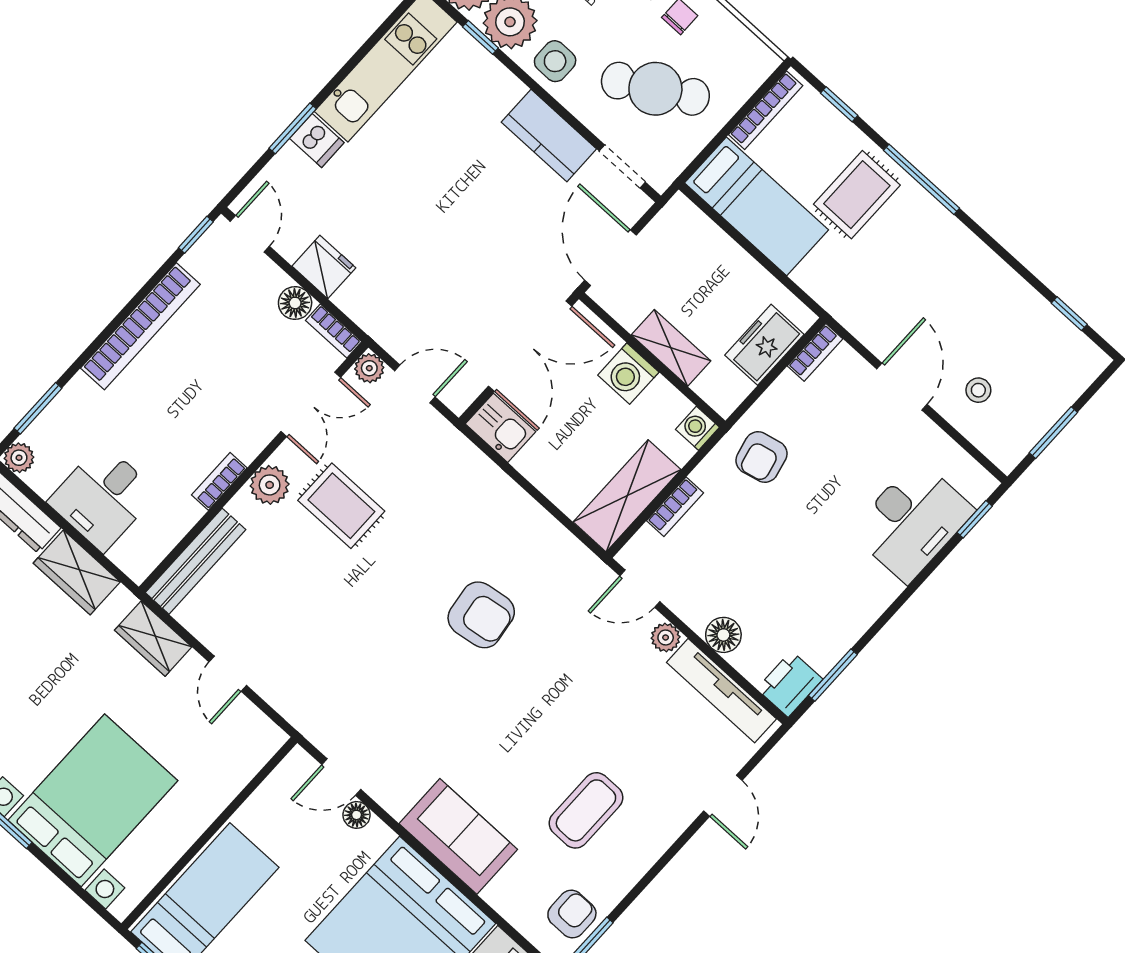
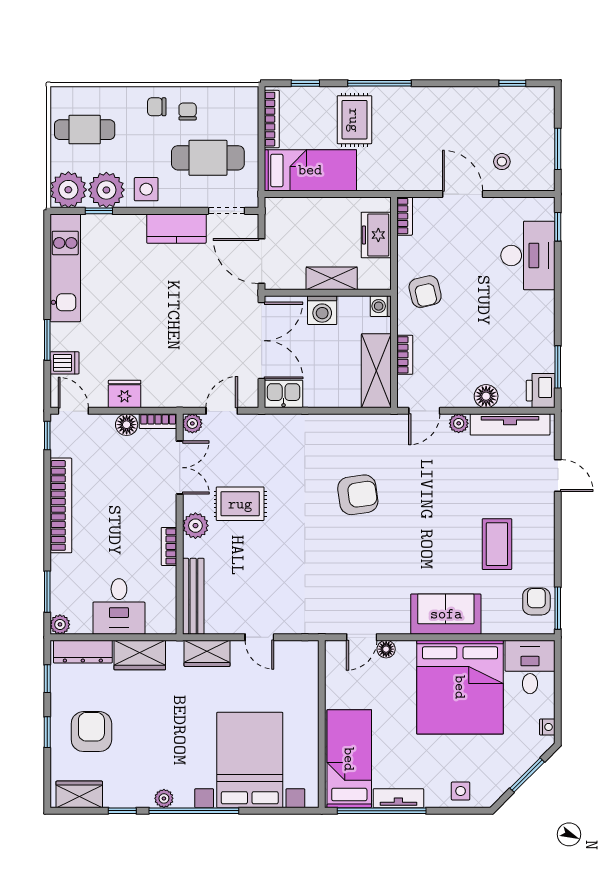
cafe table: (655, 89) -> (208, 158), turned 30
dishwasher: (317, 140) -> (64, 363), moved

